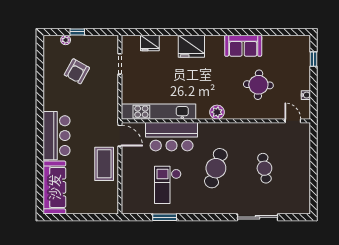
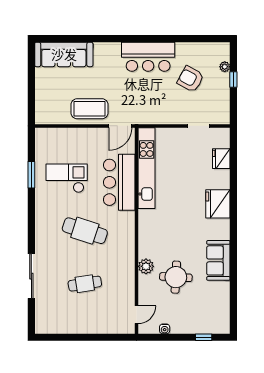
plant: (217, 112) -> (146, 266), moved
bar counter: (56, 136) -> (148, 57), moved

